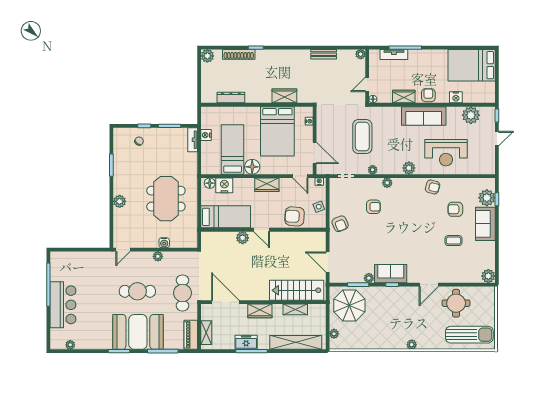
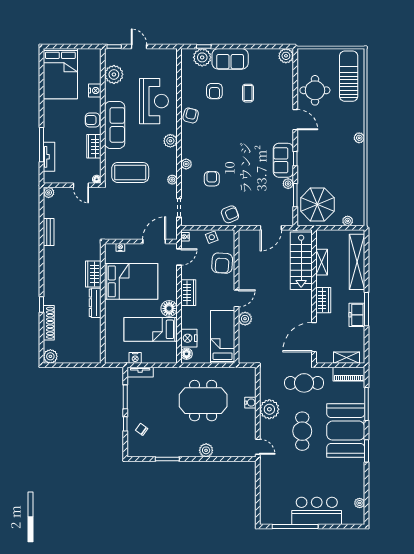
dresser: (231, 98) -> (95, 303), moved
coffee table: (362, 137) -> (130, 172), moved
plant: (158, 256) -> (269, 409), width x1.88, depth x1.88

